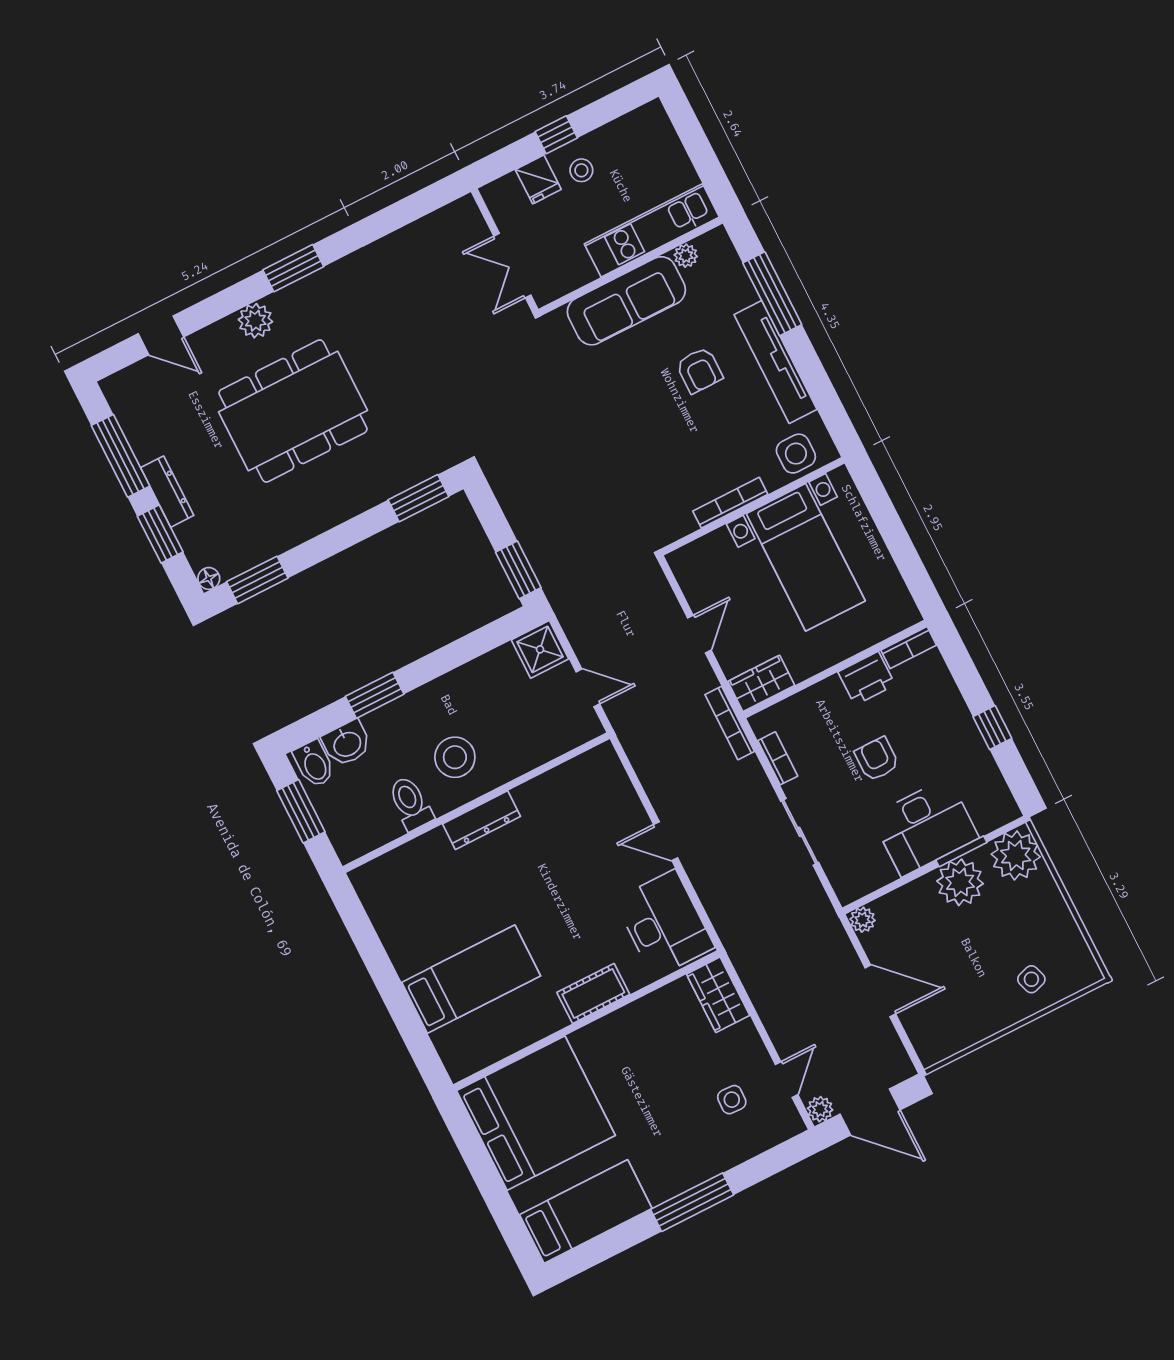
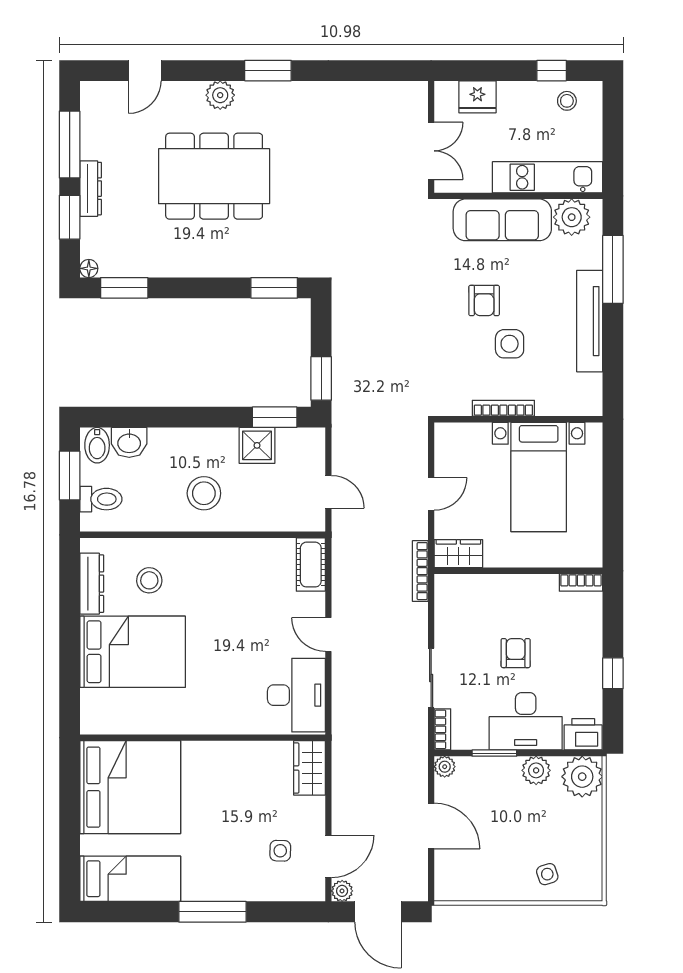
window: (556, 135) -> (552, 71), moved
stool: (581, 170) -> (567, 101), moved
fridge: (538, 179) -> (477, 97), width x1.38
plant: (686, 256) -> (572, 217), width x1.88, depth x1.88
double door: (512, 266) -> (431, 151), swing flipped
door: (161, 335) -> (145, 71), hinge flipped
armchair: (699, 370) -> (484, 301), moved
side table: (796, 454) -> (510, 344), moved
shower: (540, 649) -> (257, 445), moved
printer: (867, 678) -> (583, 734), moved, turned 180
window: (375, 695) -> (275, 417), moved
bookcase: (778, 758) -> (442, 729), moved
toilet: (410, 803) -> (101, 499), moved, turned 90
dresser: (481, 820) -> (92, 584), moved, turned -90
window: (961, 851) -> (494, 753), moved
stool: (444, 881) -> (149, 580), added
plant: (960, 882) -> (536, 770), width x0.73, depth x0.73
bed: (471, 979) -> (133, 652), width x1.50
cot: (593, 993) -> (311, 565), moved, turned 90
door: (787, 1080) -> (328, 856), width x1.38

